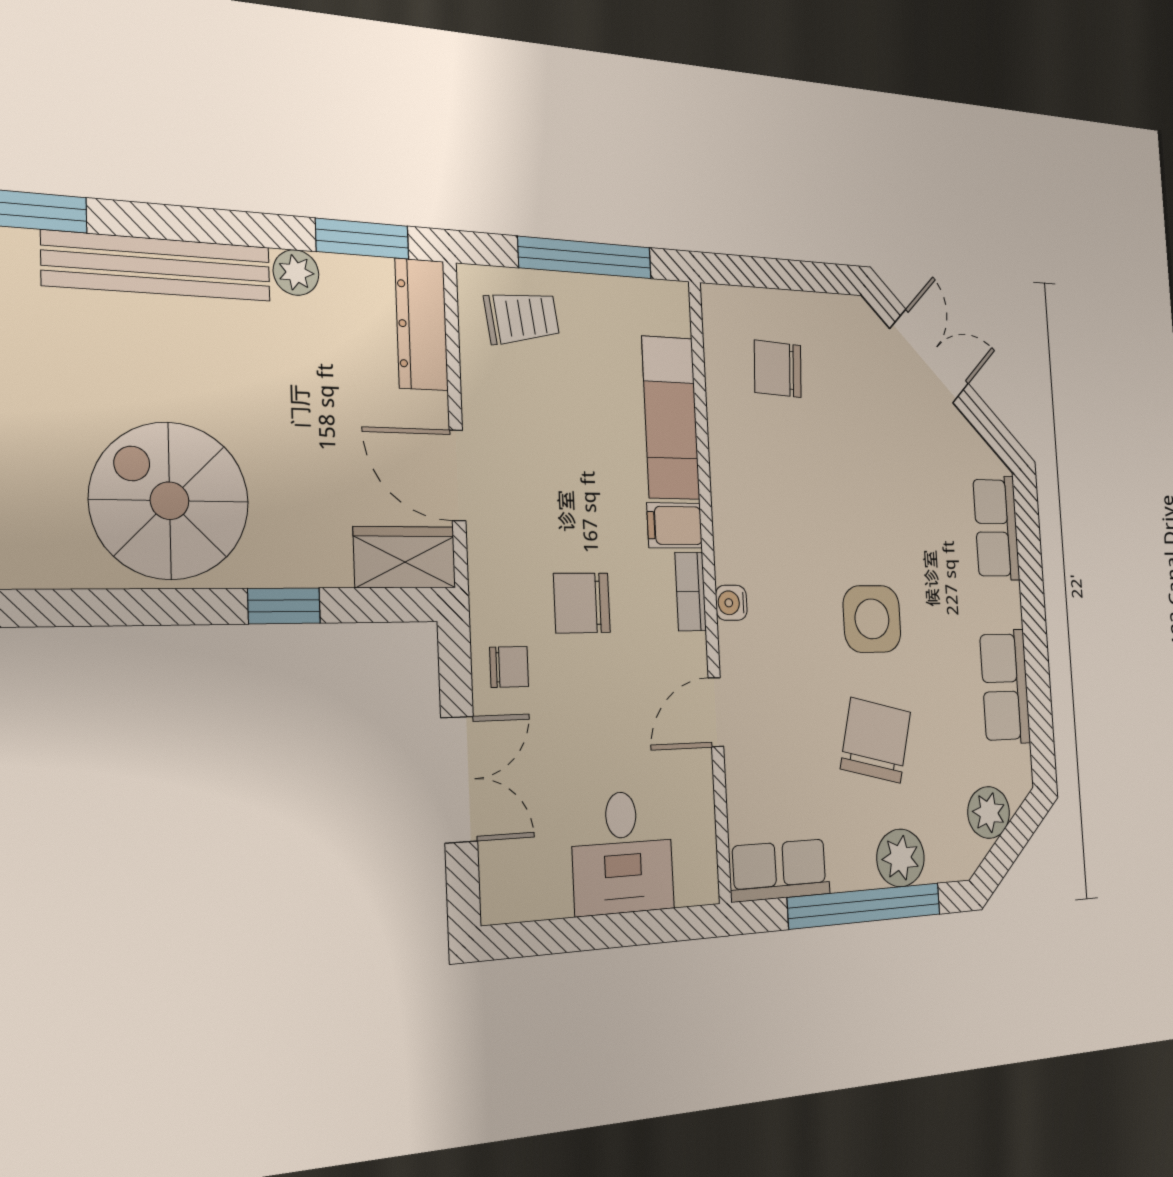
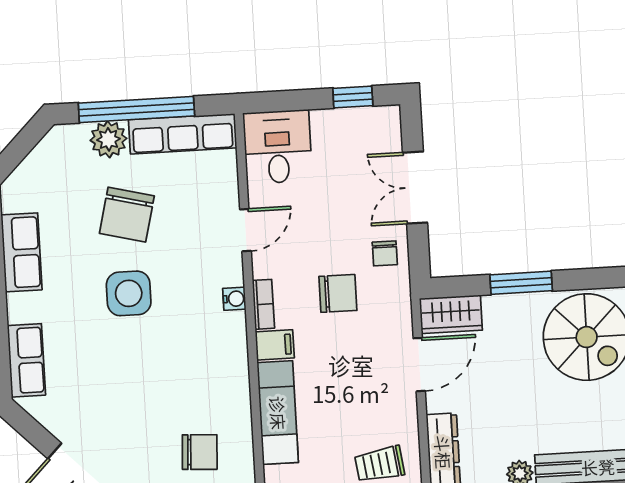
door: (457, 475) -> (419, 365), hinge flipped
window: (284, 606) -> (521, 283), width x1.50
chair: (509, 667) -> (385, 253), turned -90
plant: (989, 813) -> (37, 168), removed
desk: (622, 852) -> (278, 147), moved
row of seats: (780, 870) -> (183, 134), width x1.48
window: (556, 936) -> (353, 97), added

